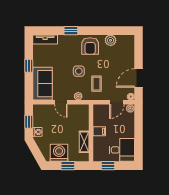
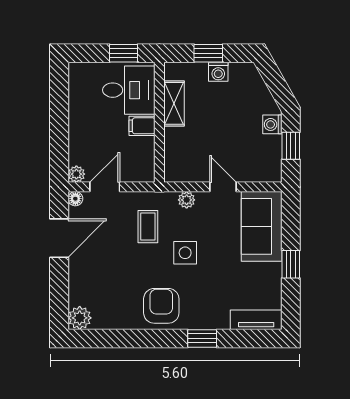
plant: (111, 40) -> (80, 318), moved
desk: (122, 150) -> (129, 90), moved, turned 180
washing machine: (59, 153) -> (218, 72), width x0.53, depth x0.53

